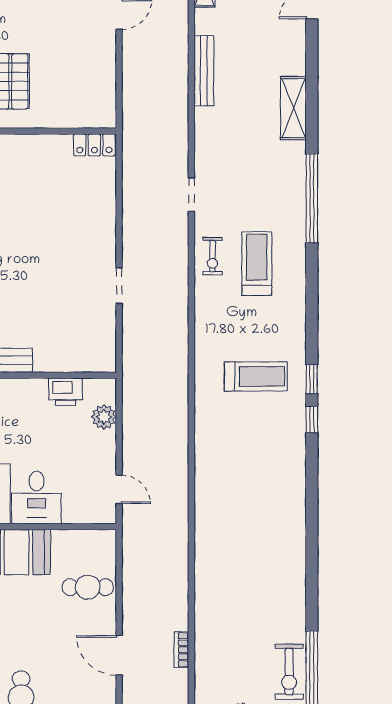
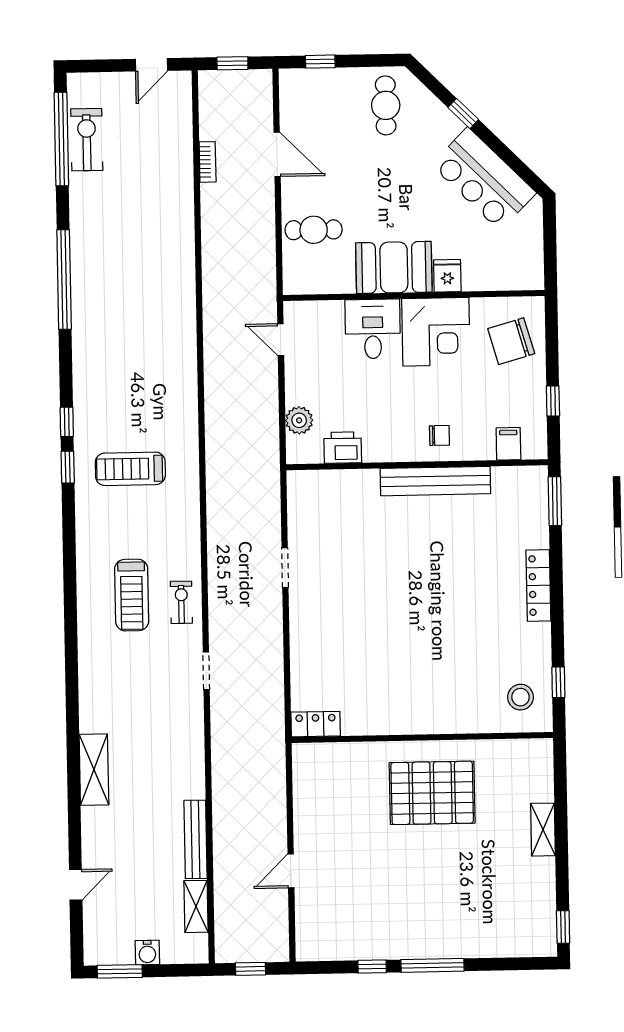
bench: (204, 71) -> (195, 839), moved
window: (312, 198) -> (64, 280), moved

